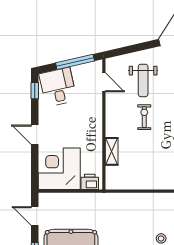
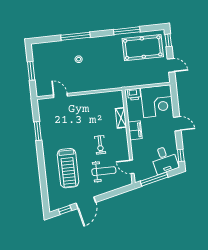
weight bench: (143, 80) -> (104, 171), turned 90
filing cabinet: (94, 132) -> (135, 130), added

